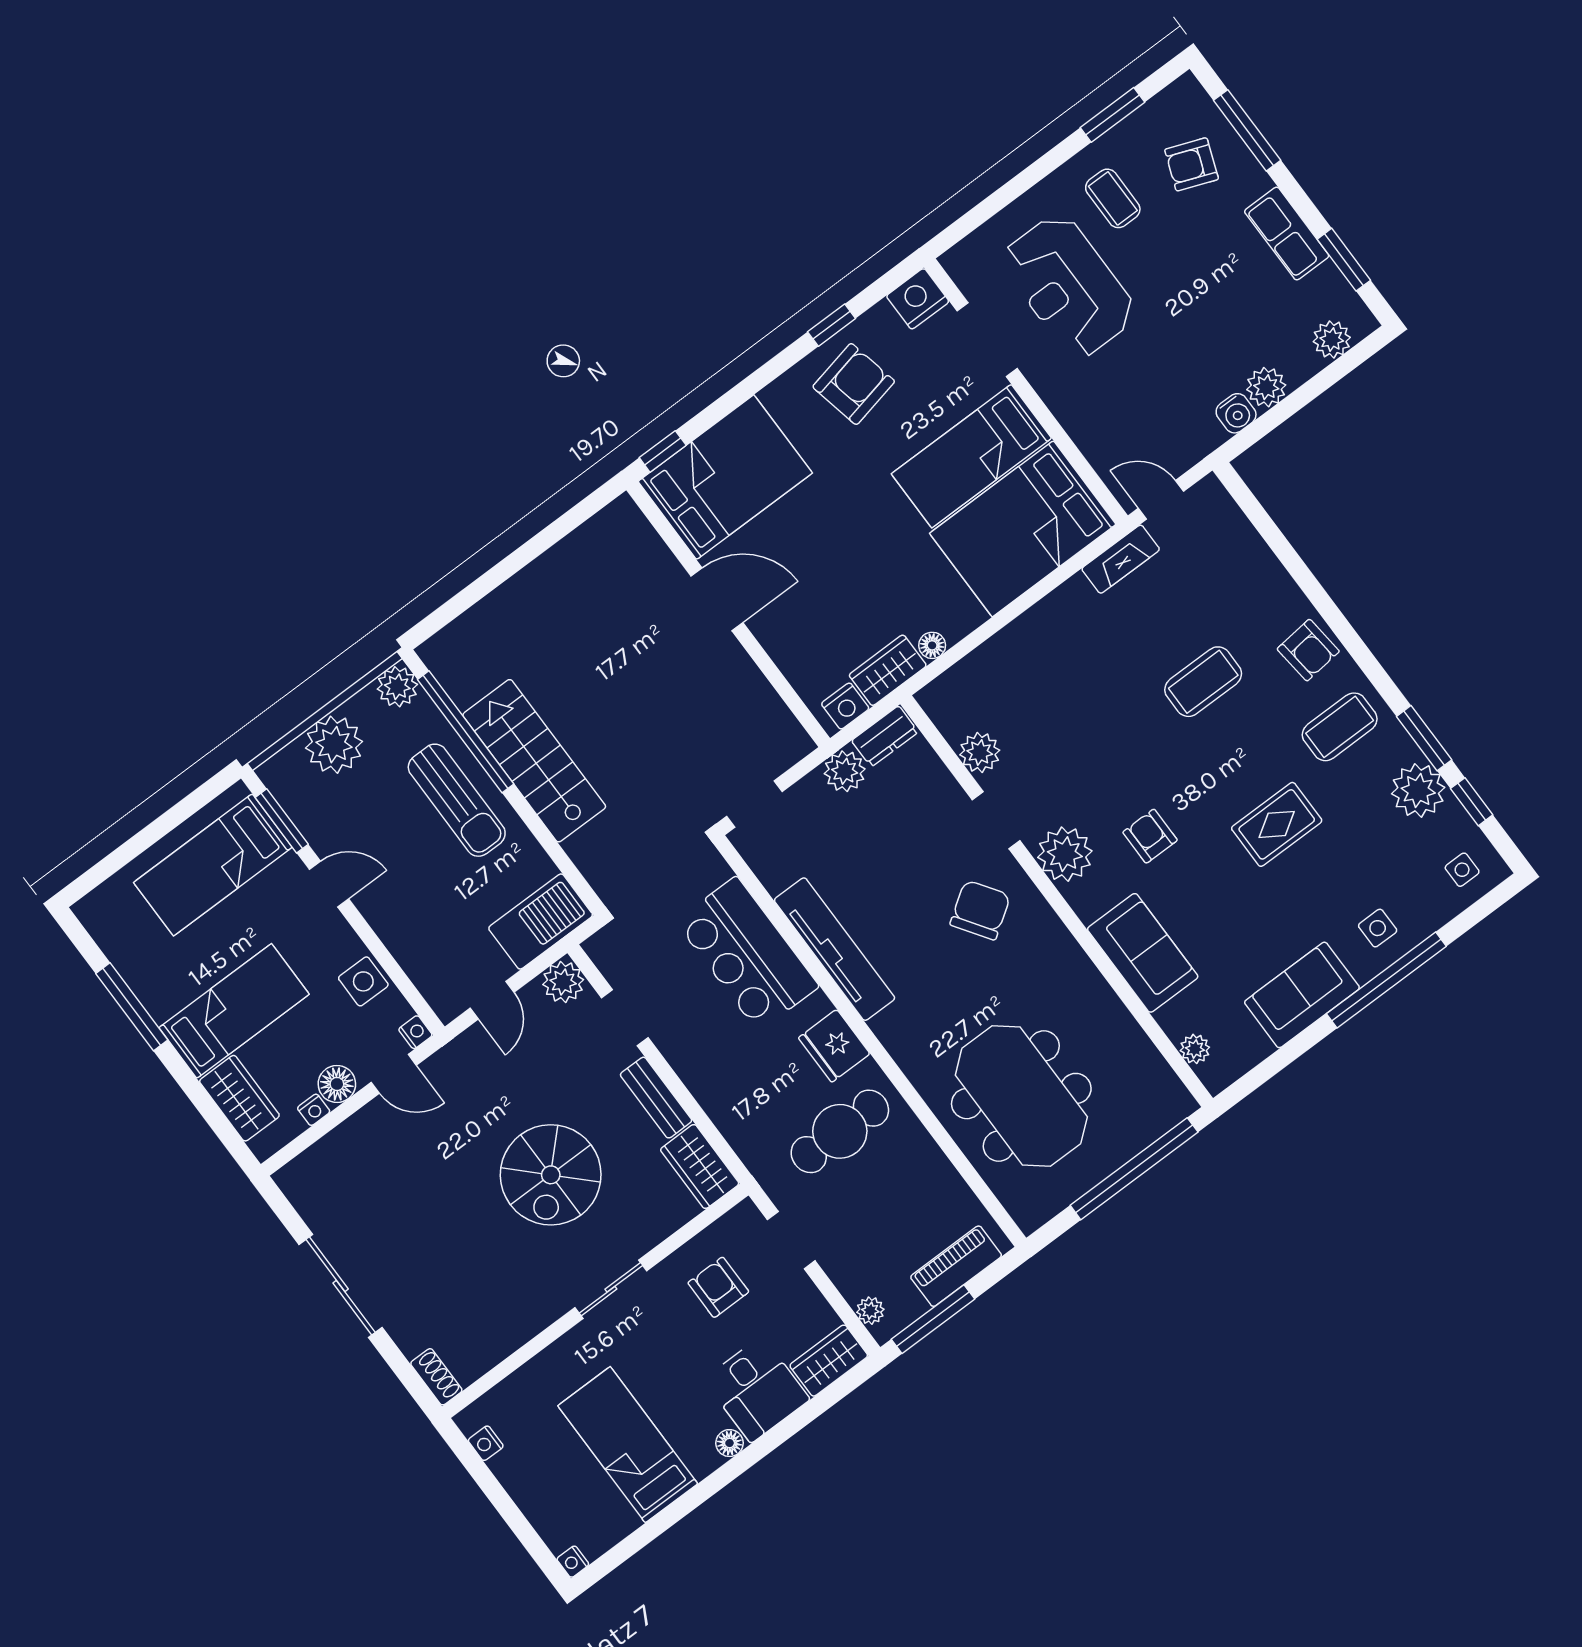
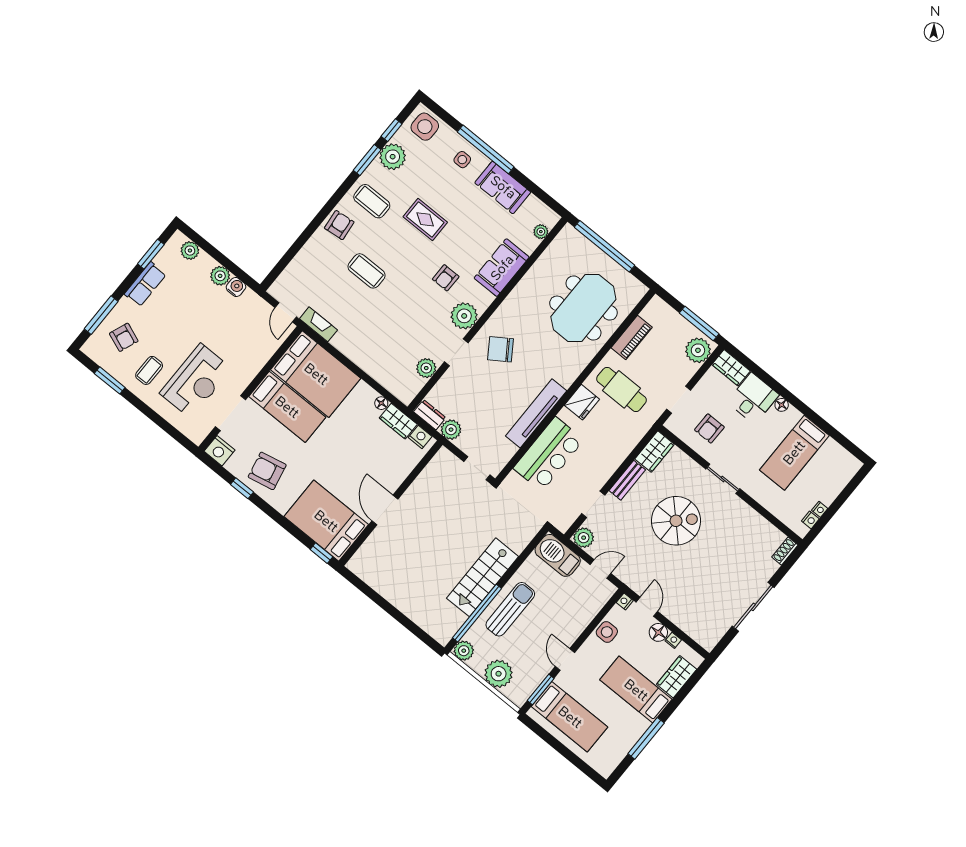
side table: (1462, 870) -> (425, 127), width x1.87, depth x1.87
piano: (956, 1266) -> (632, 337), moved, turned -90
plant: (870, 1311) -> (698, 350), width x1.88, depth x1.88
nightstand: (573, 1562) -> (820, 509), moved

